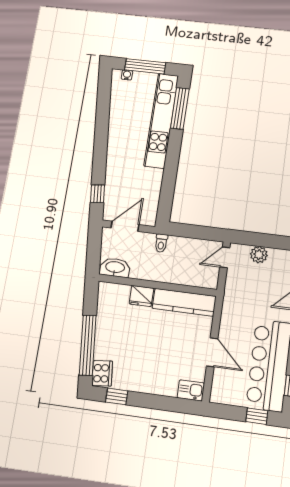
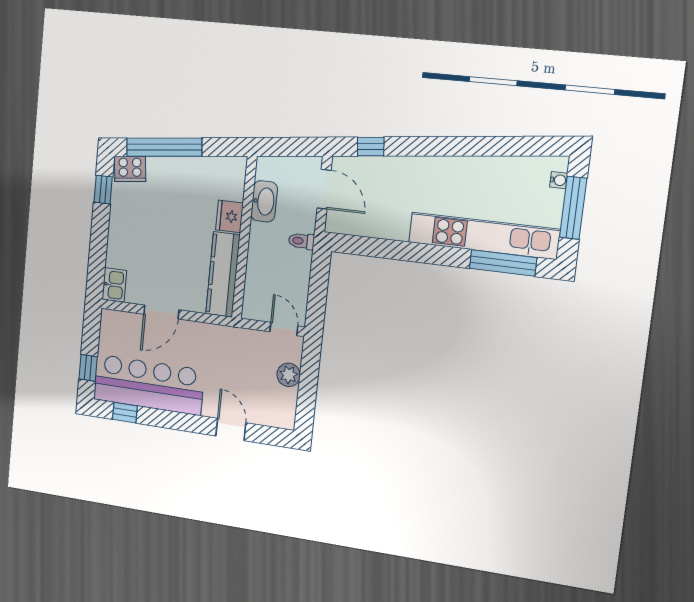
washbasin: (115, 268) -> (264, 201), moved

